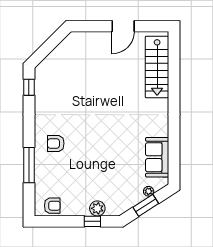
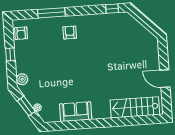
sofa: (157, 157) -> (76, 112), moved
plant: (97, 208) -> (22, 79), moved
window: (92, 221) -> (10, 54), moved

